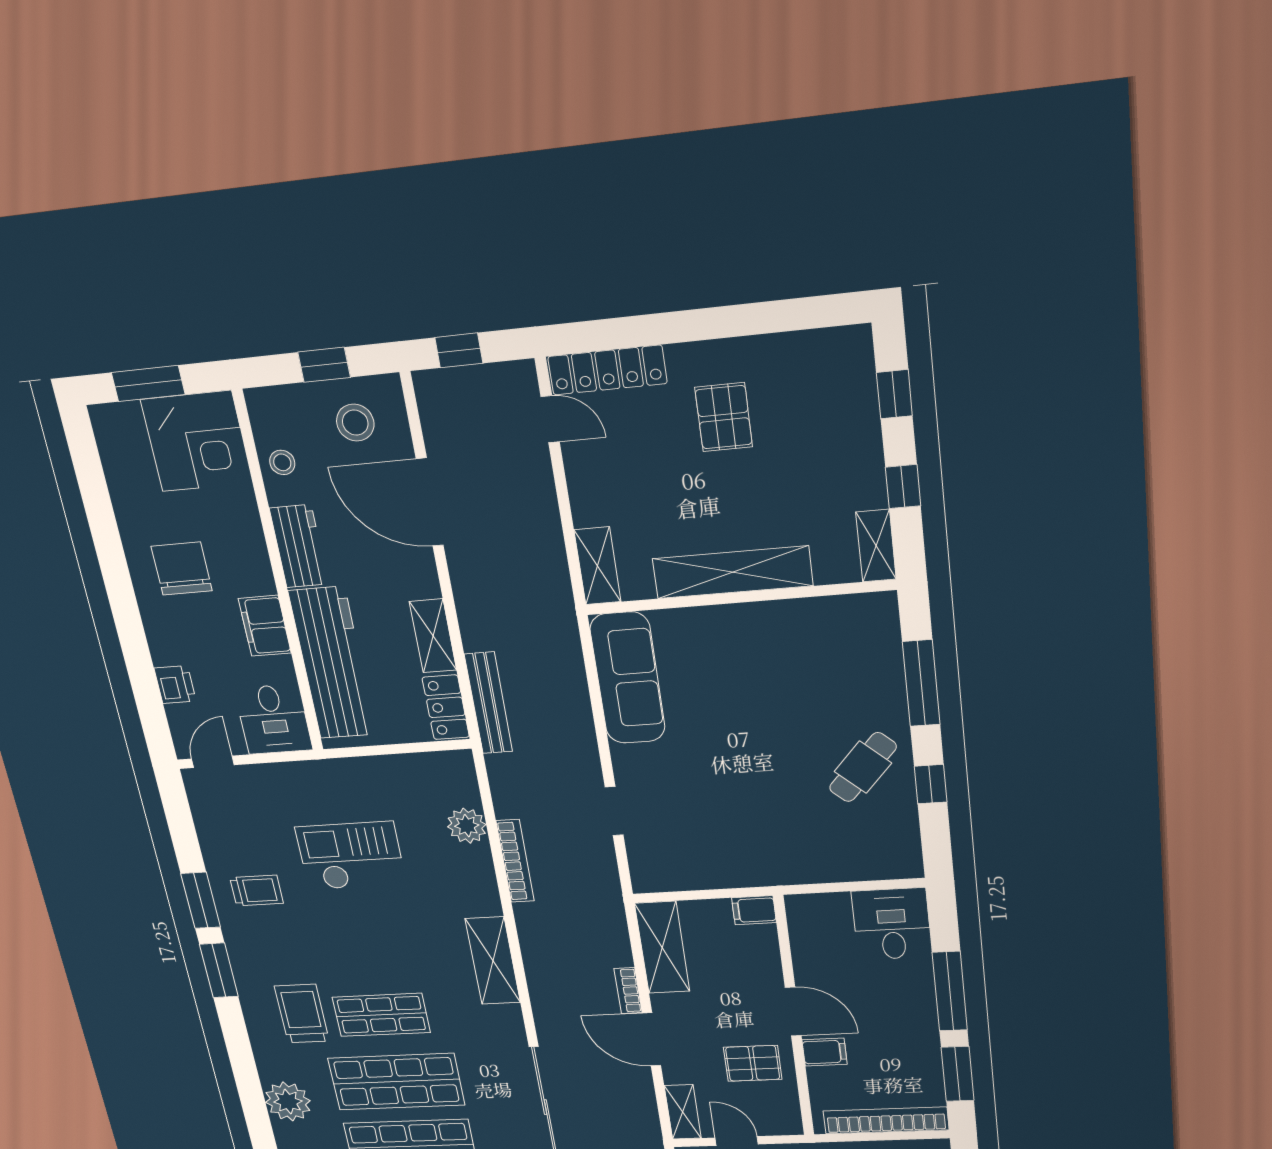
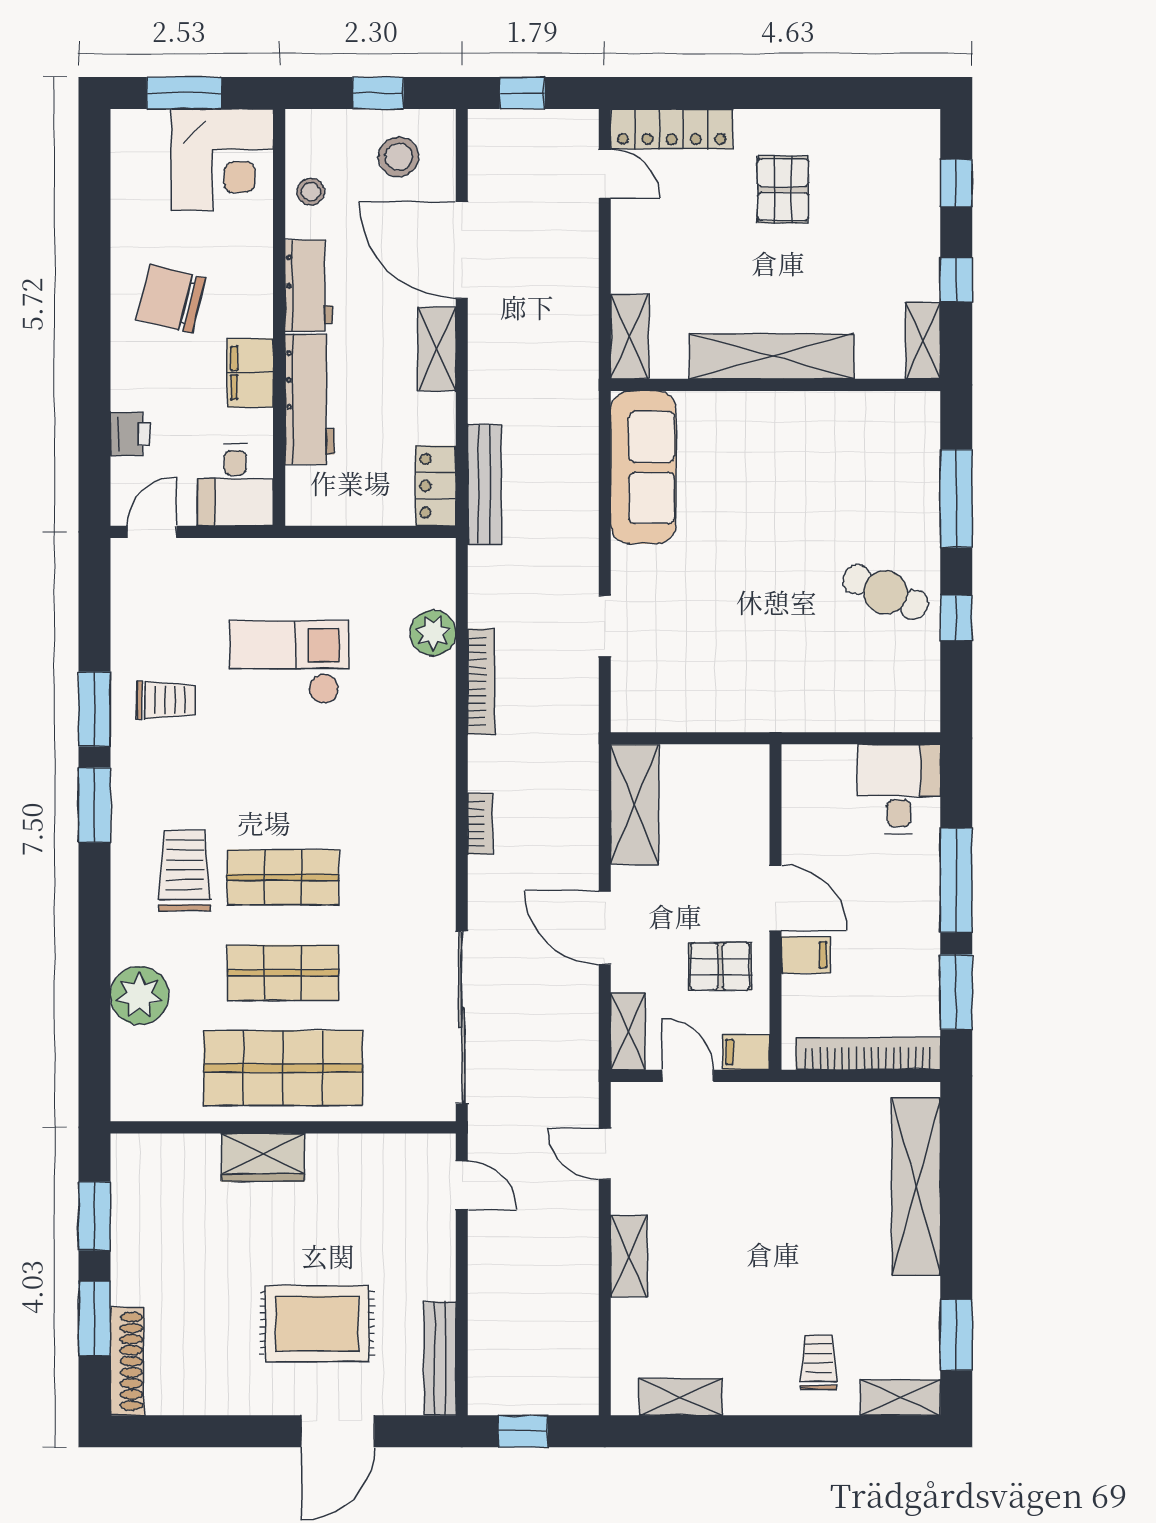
chair: (182, 569) -> (171, 299), turned -76
shelving: (433, 636) -> (437, 349), moved
workbench: (332, 663) -> (310, 400), width x0.73, depth x0.76
cafe table: (863, 767) -> (885, 592), turned 72
filing cabinet: (754, 910) -> (746, 1052), moved
shelving: (493, 961) -> (432, 811), removed
bookcase: (628, 991) -> (480, 824), moved, turned 180
shop shelf: (396, 1082) -> (283, 973), width x0.70, depth x0.74

